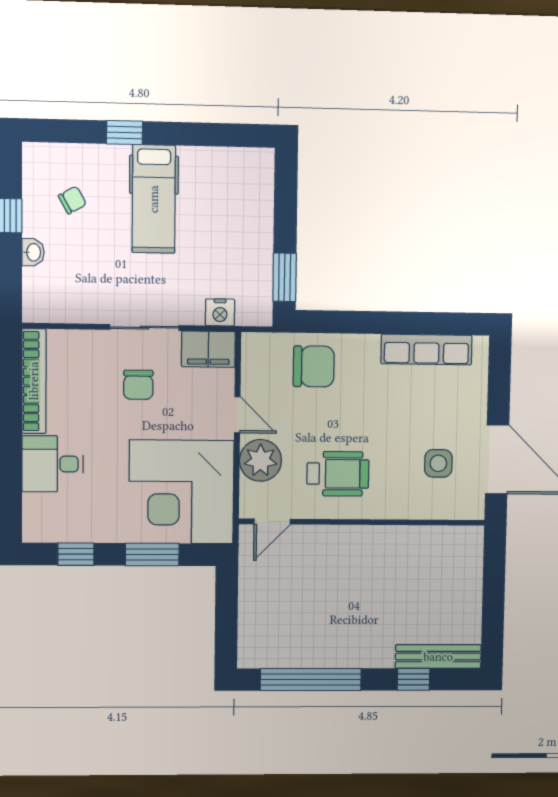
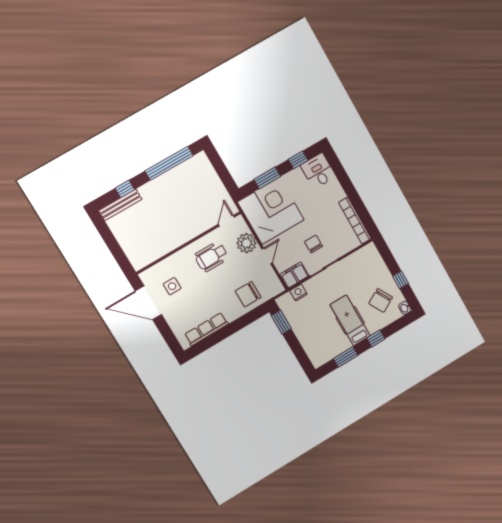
window: (204, 134) -> (346, 357), added
chair: (72, 200) -> (381, 300), width x1.87, depth x1.87
washbasin: (33, 252) -> (405, 308), moved
door: (237, 415) -> (267, 256), swing flipped
desk: (53, 464) -> (318, 171), moved, turned -90

